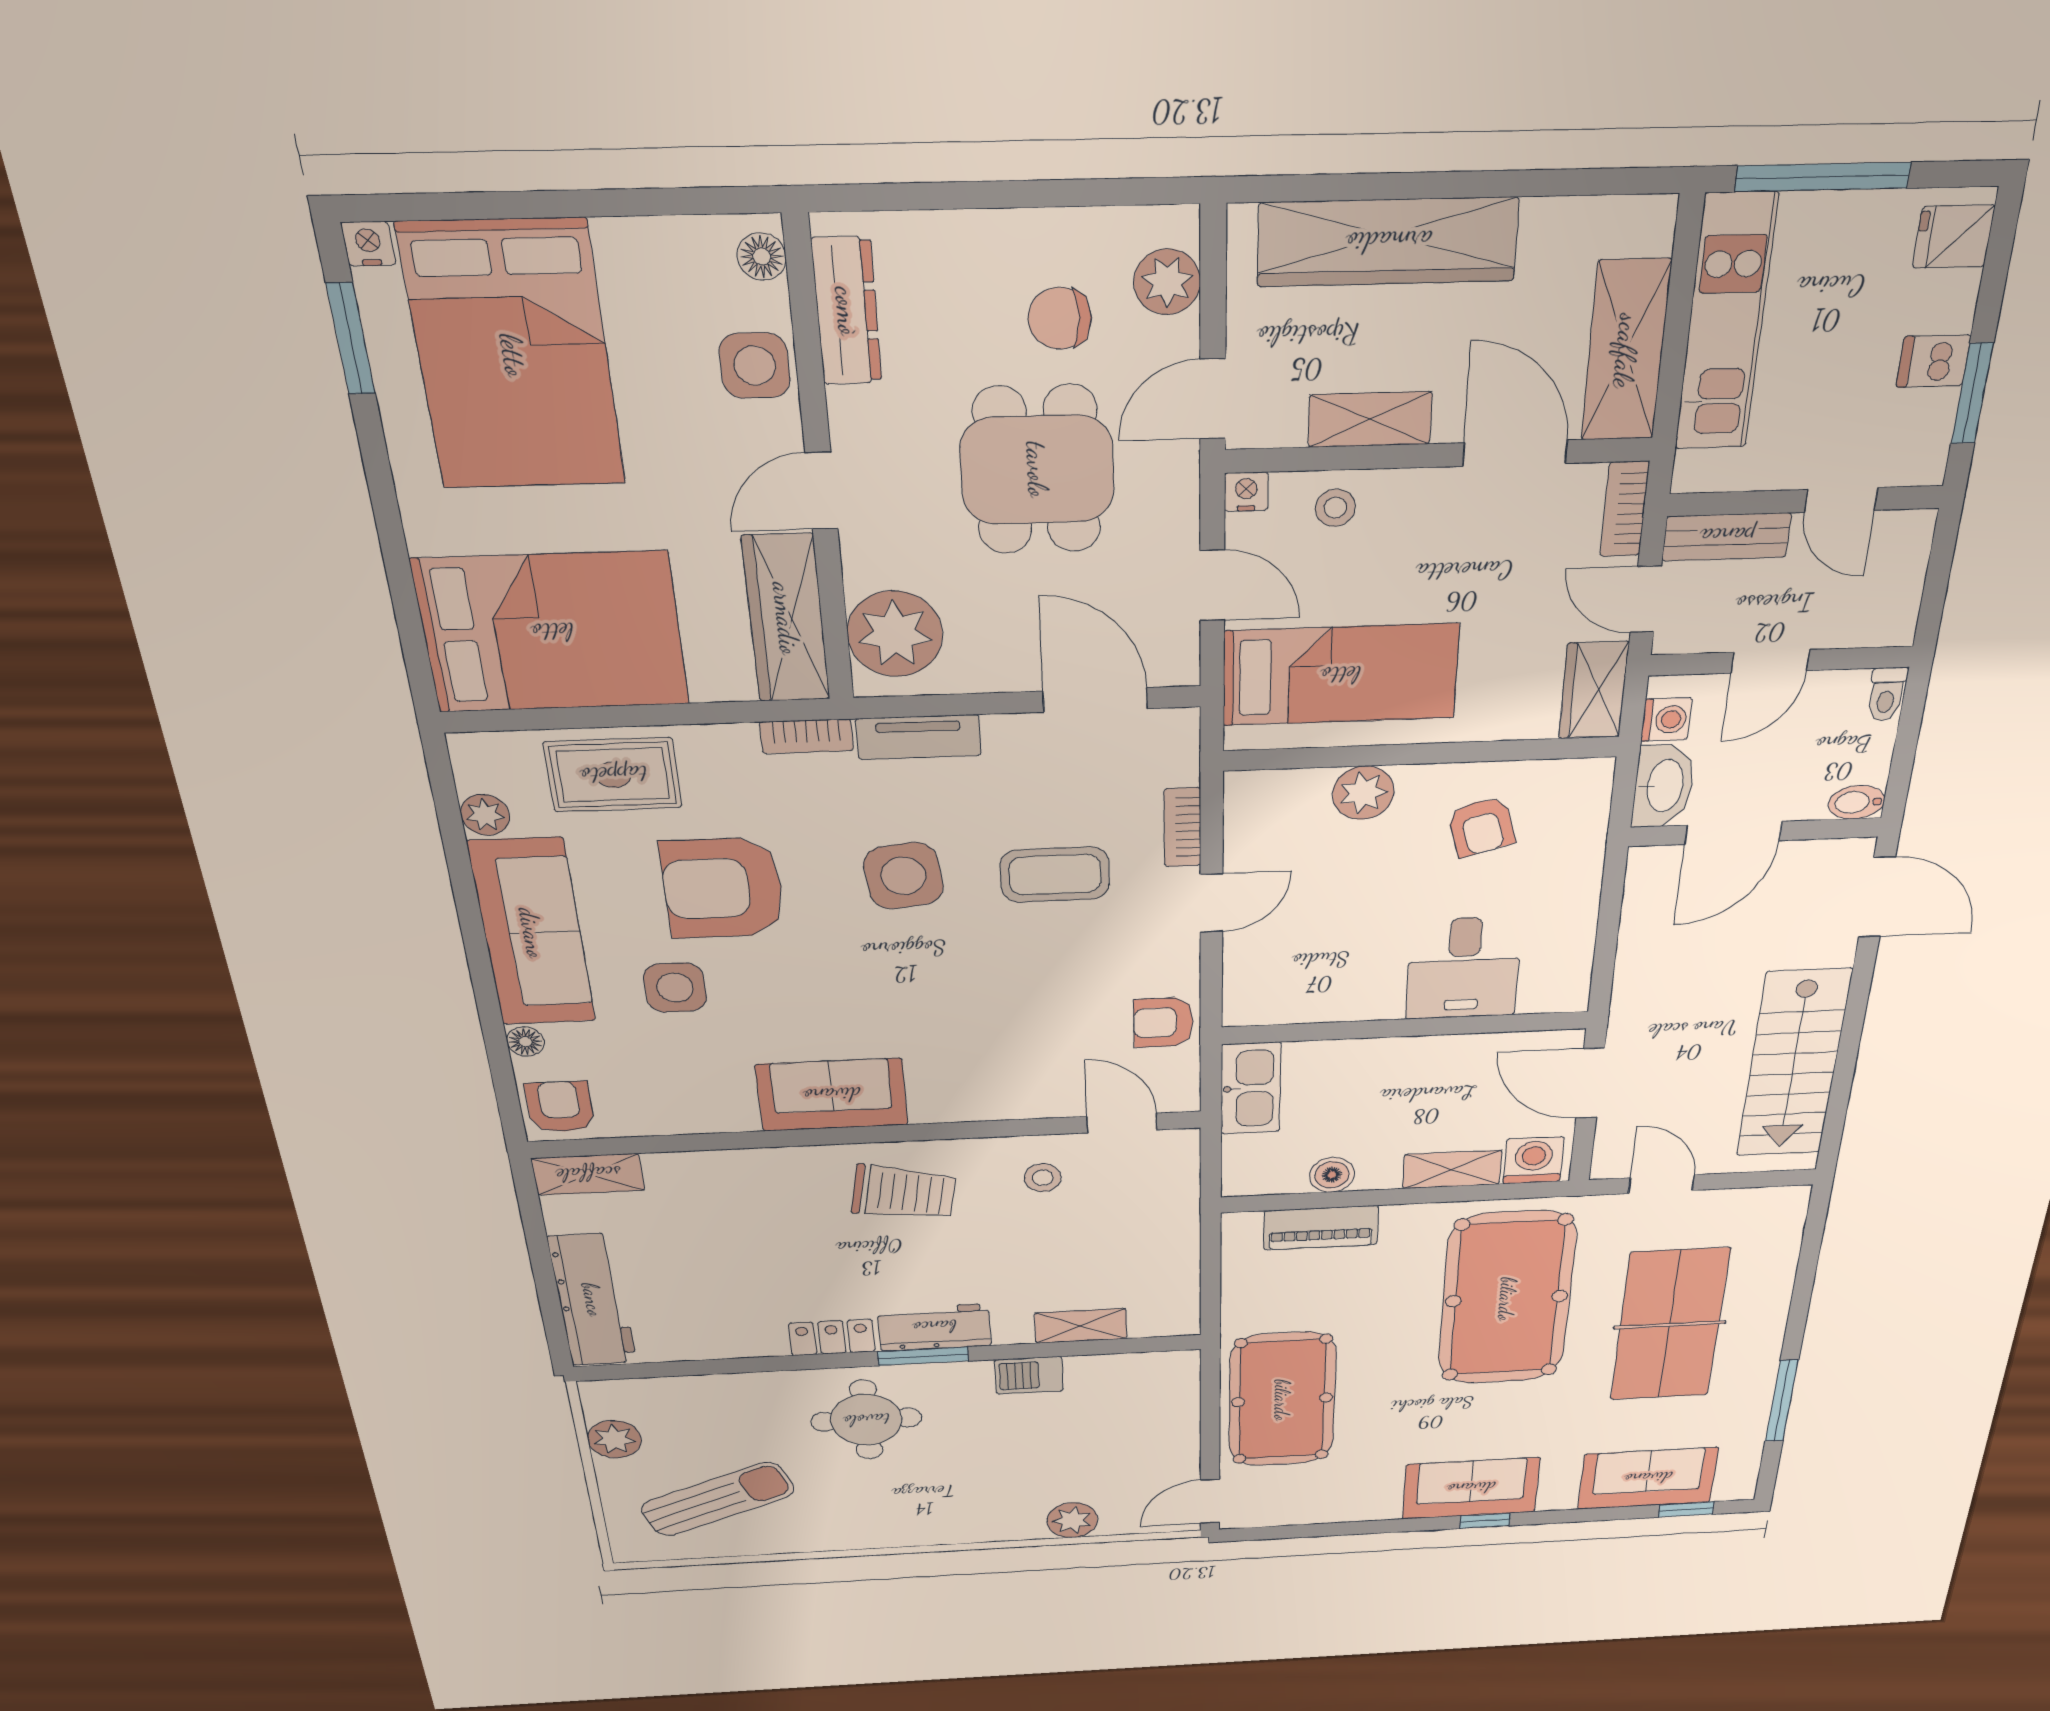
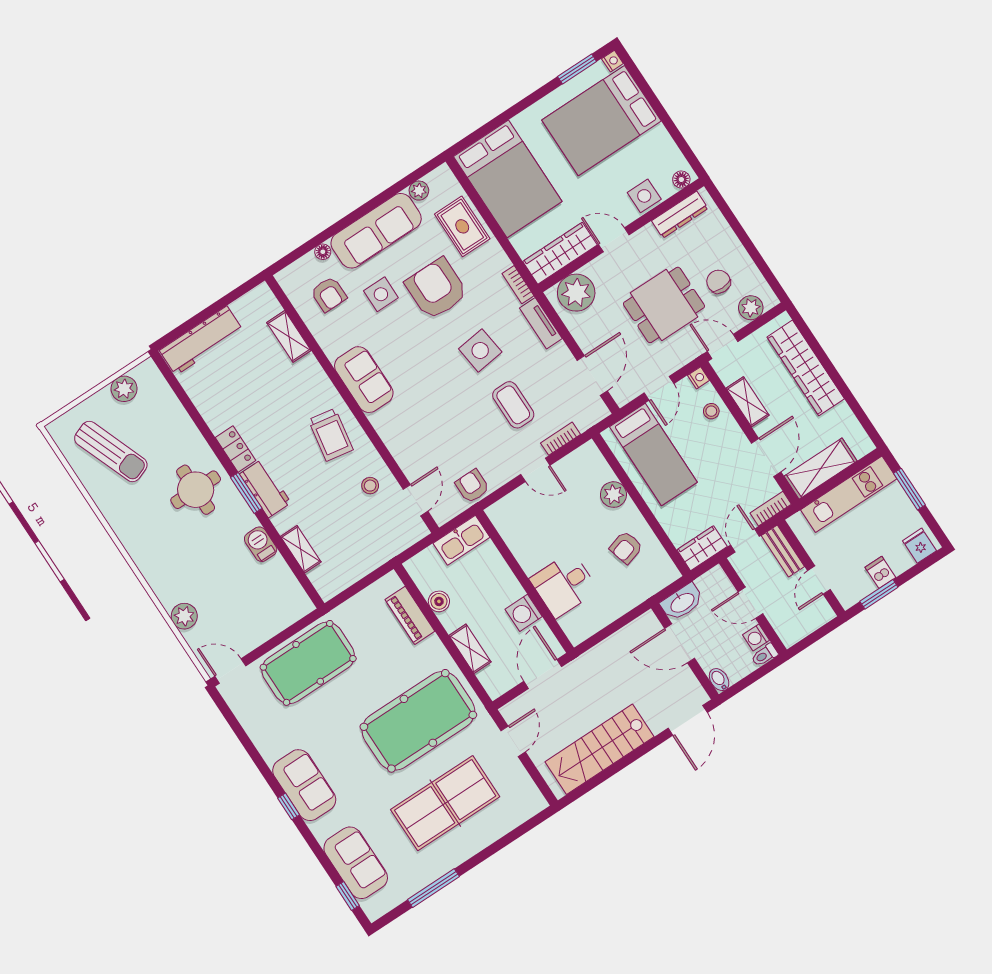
window: (1823, 177) -> (909, 489), width x0.69
washing machine: (1666, 720) -> (756, 638), moved, turned 90
armchair: (560, 1107) -> (329, 294), moved, turned 90
washing machine: (1533, 1160) -> (524, 613), moved, turned 180
shelving: (588, 1174) -> (289, 336), moved

